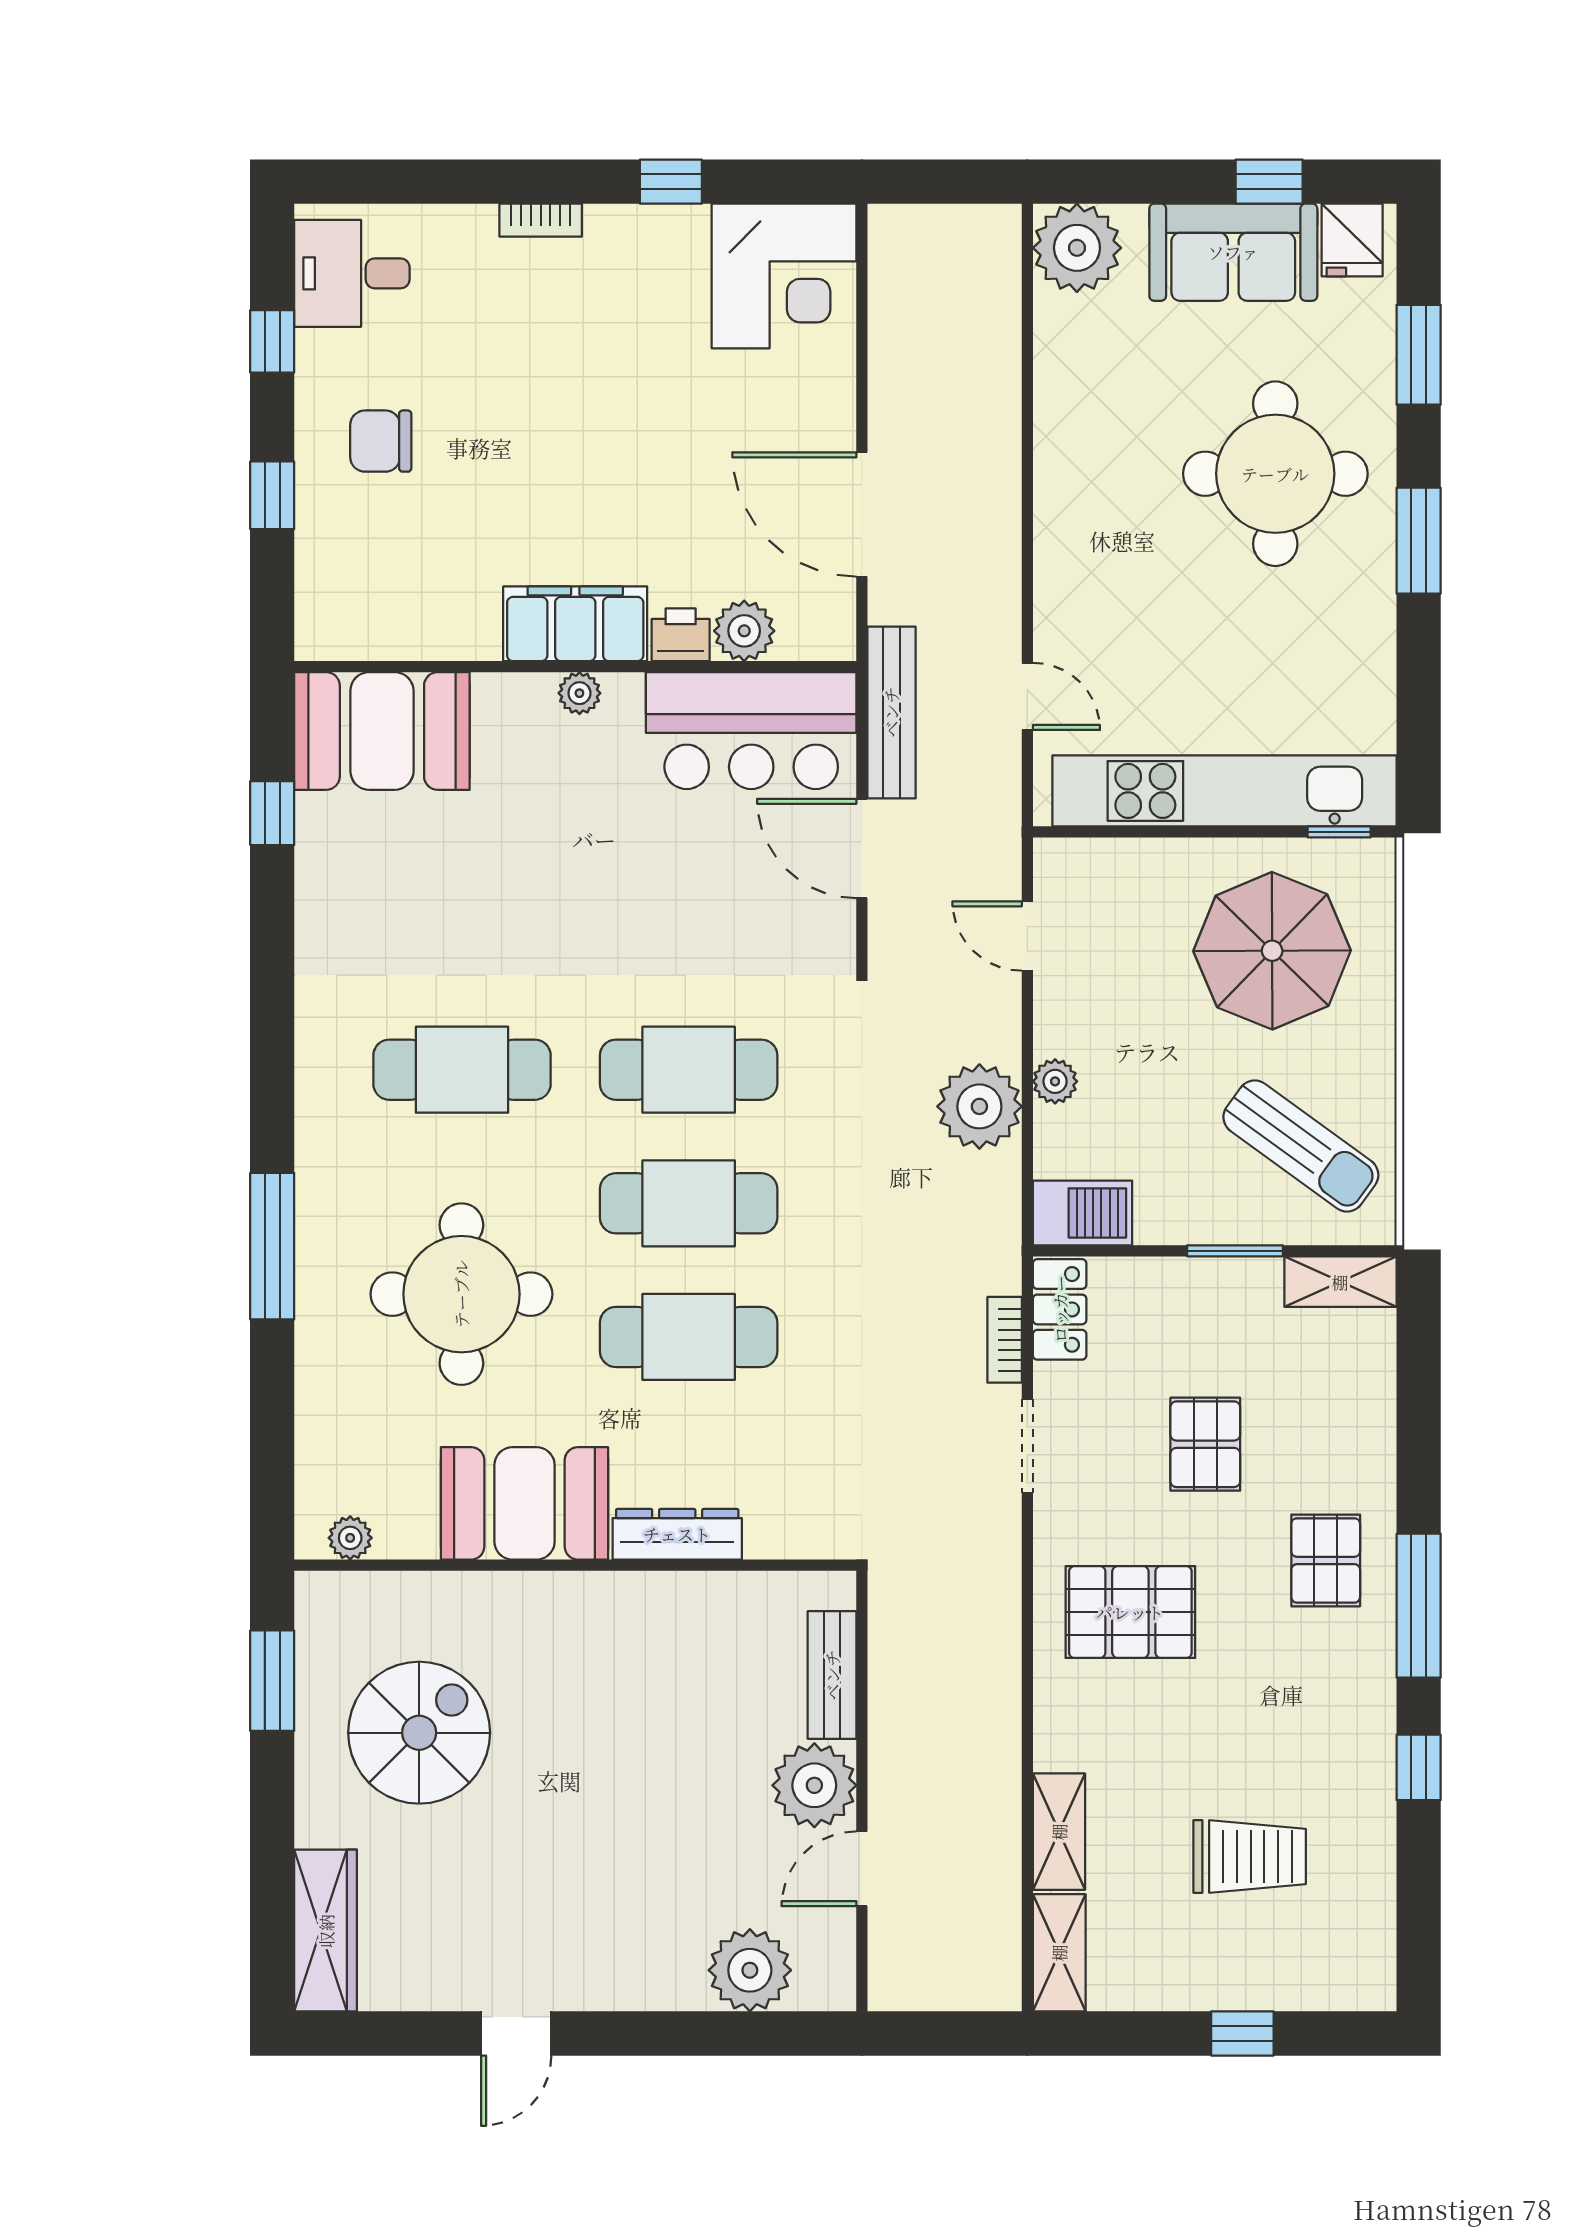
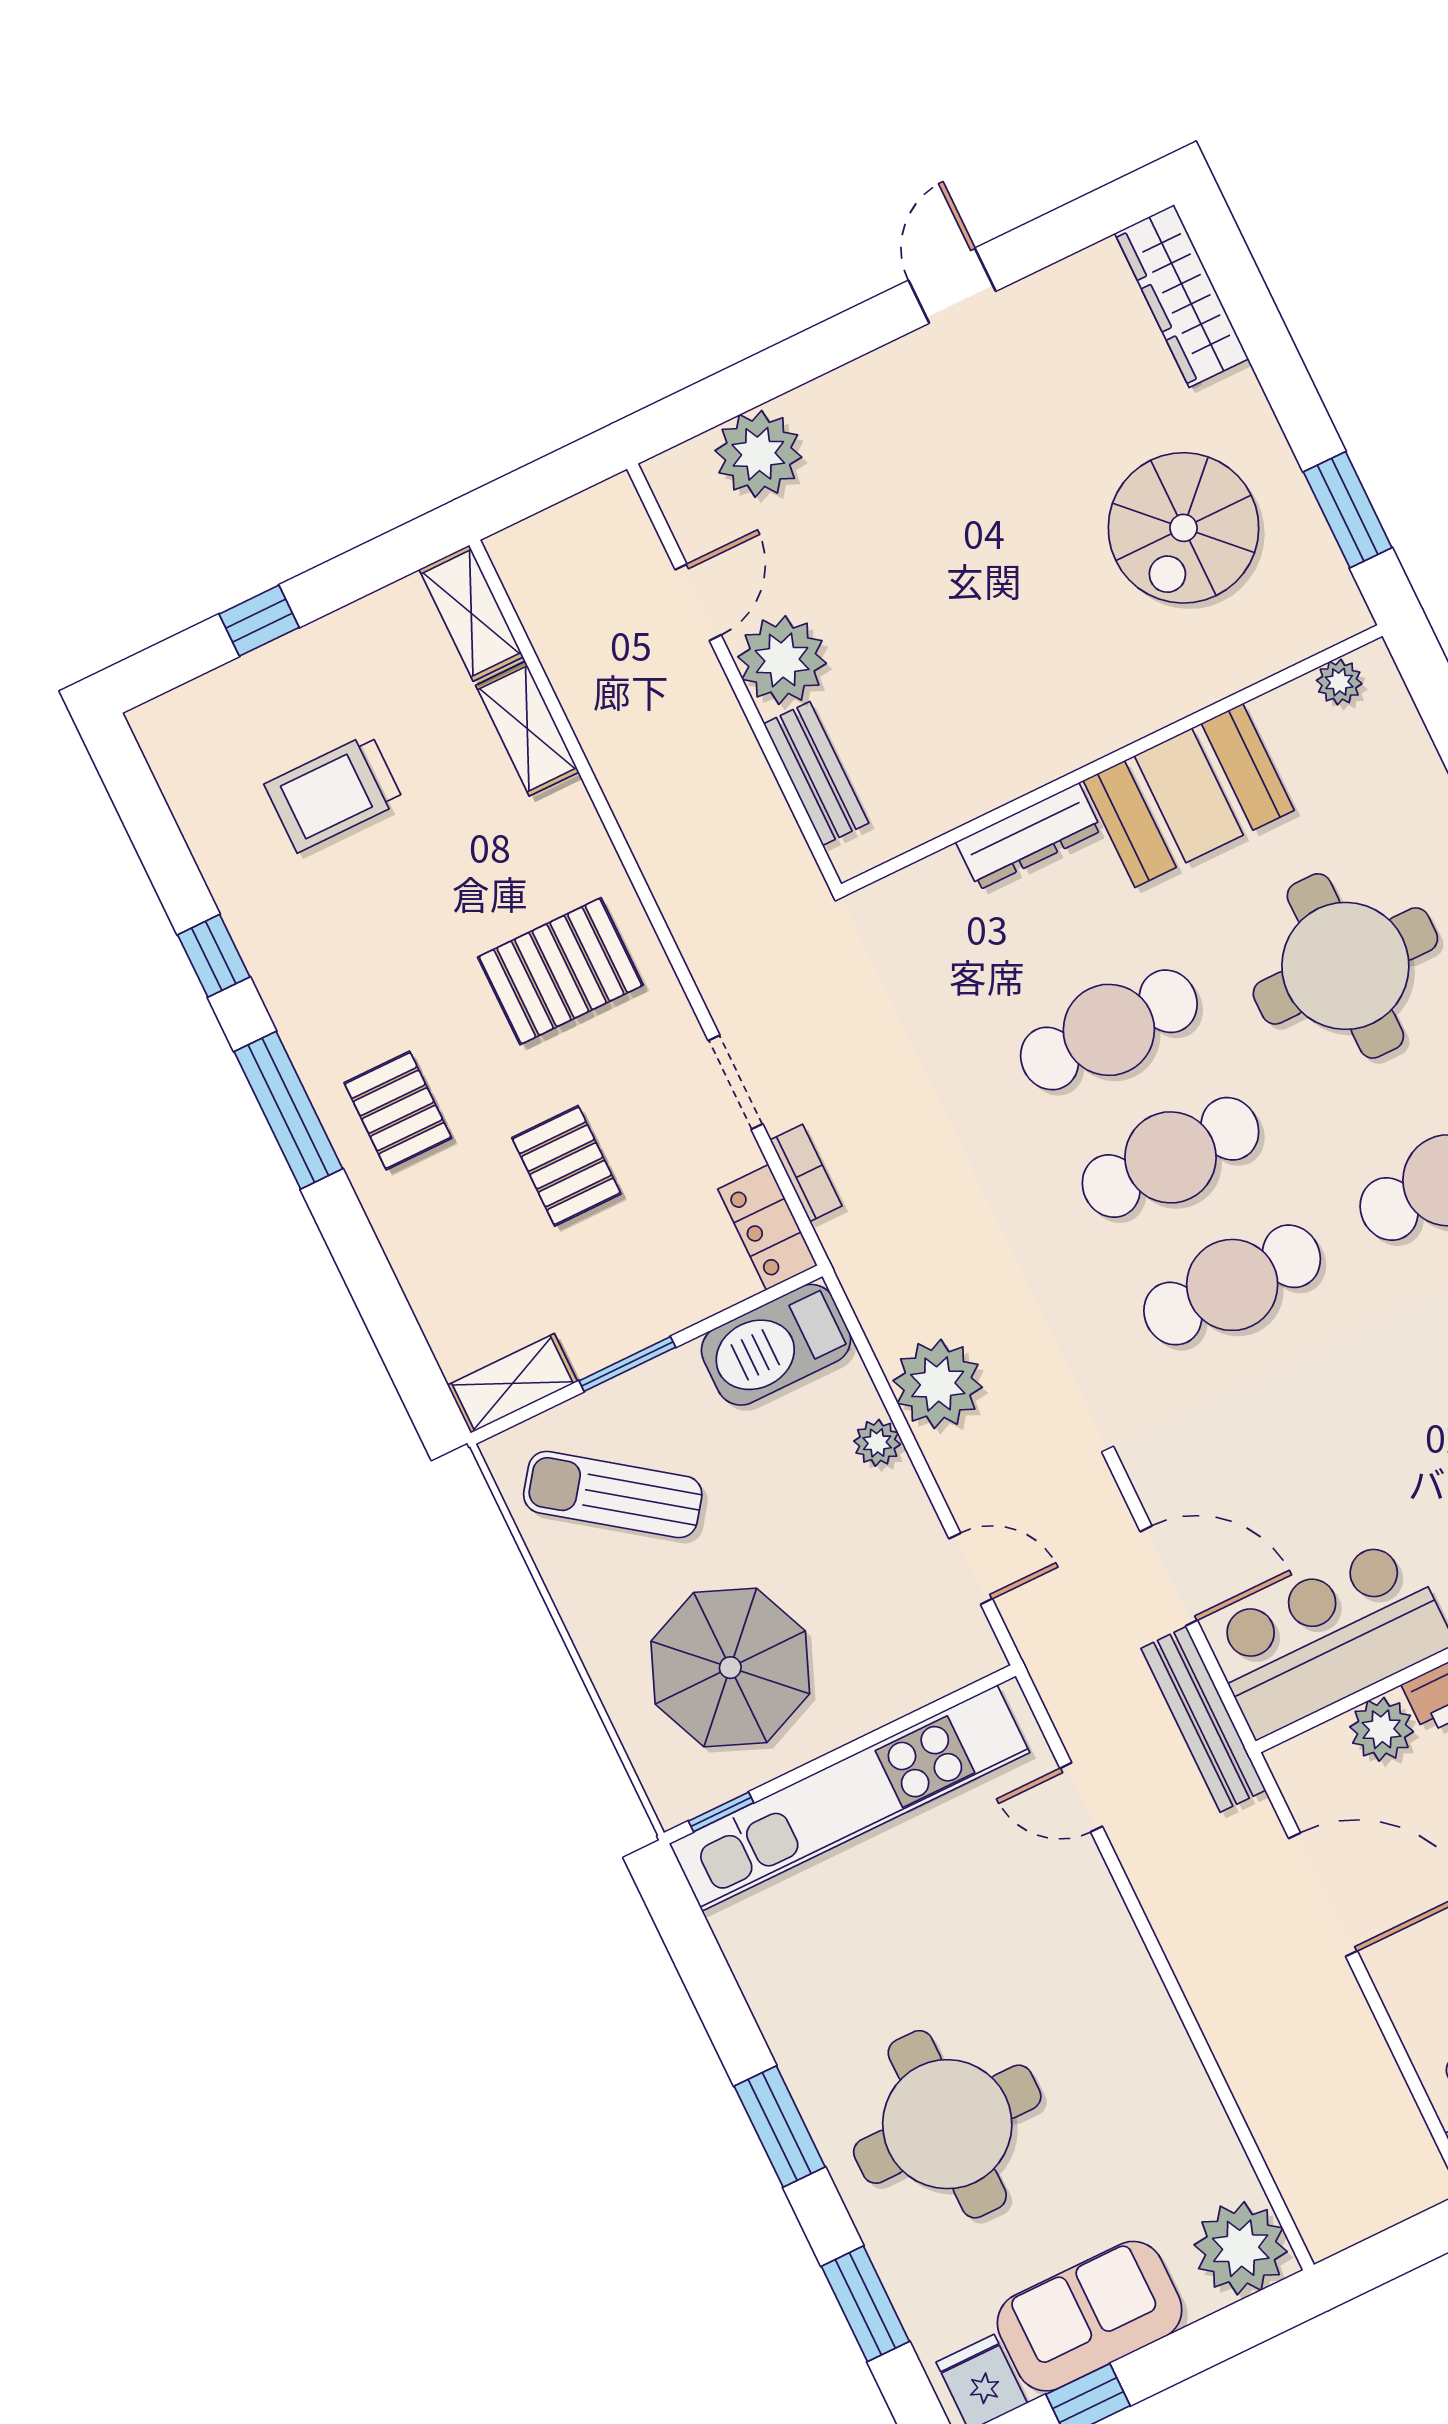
barbecue: (1082, 1213) -> (776, 1345), width x1.37, depth x1.21

